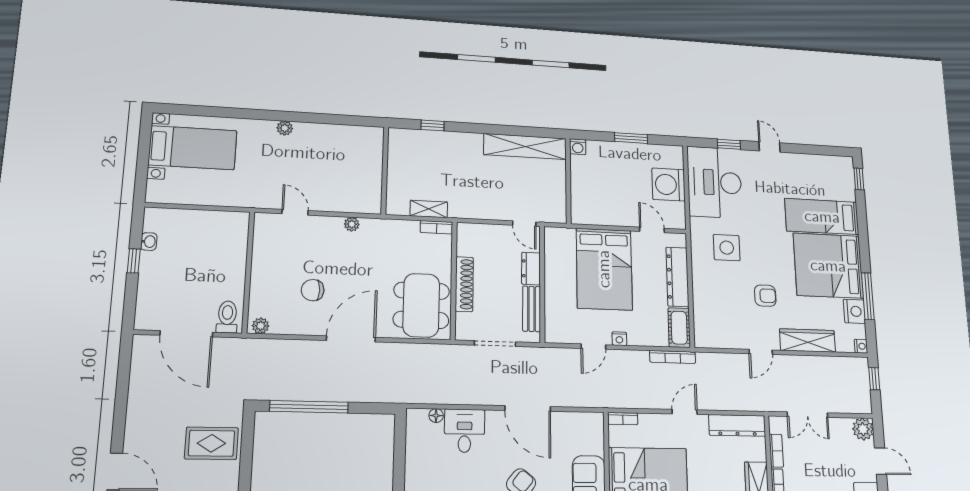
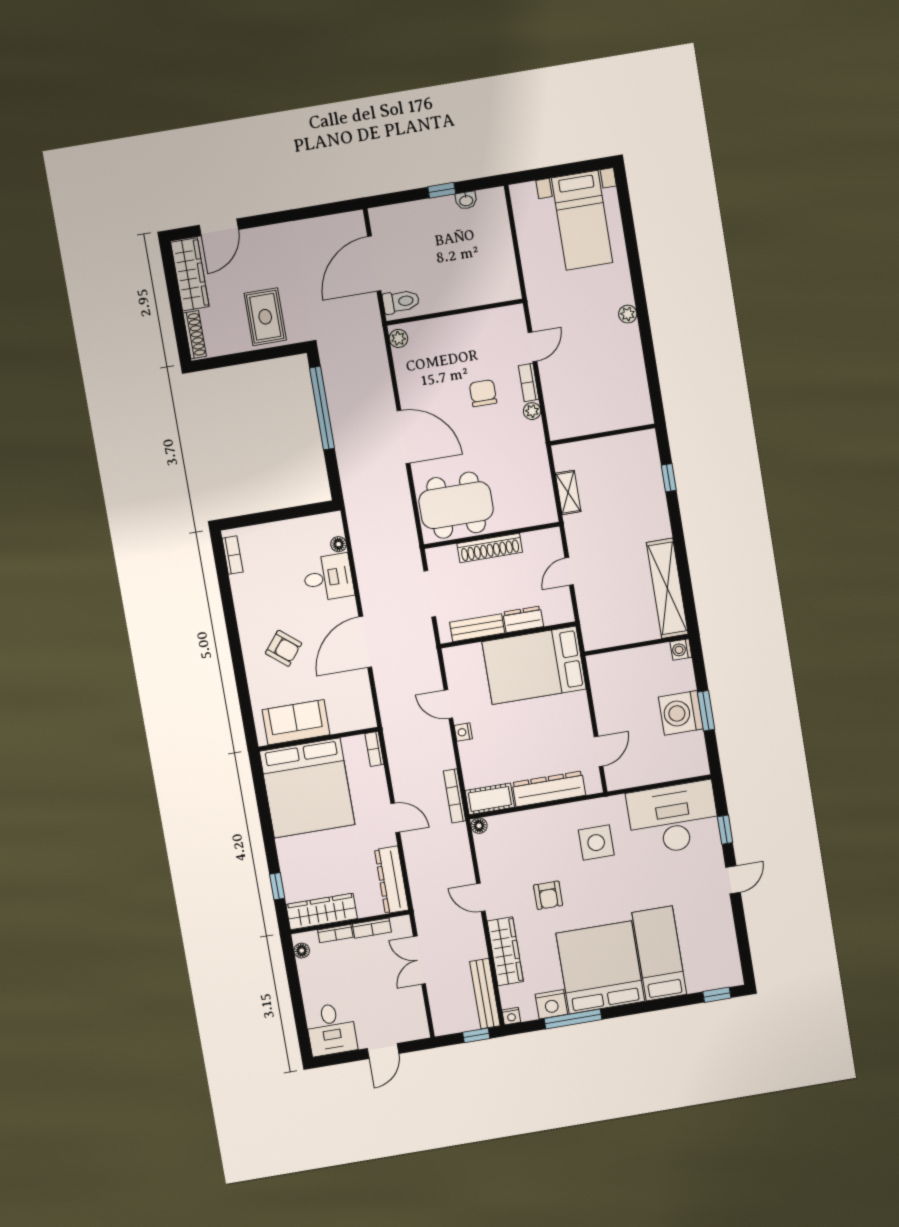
washing machine: (668, 185) -> (681, 713), moved, turned -90
door: (524, 224) -> (569, 571), moved
bookcase: (437, 227) -> (529, 382), moved
bed: (604, 269) -> (534, 665), moved
chair: (313, 290) -> (483, 393), moved
floor lamp: (701, 341) -> (479, 826), added
bench: (841, 365) -> (485, 994), added
plant: (863, 429) -> (415, 1027), removed

